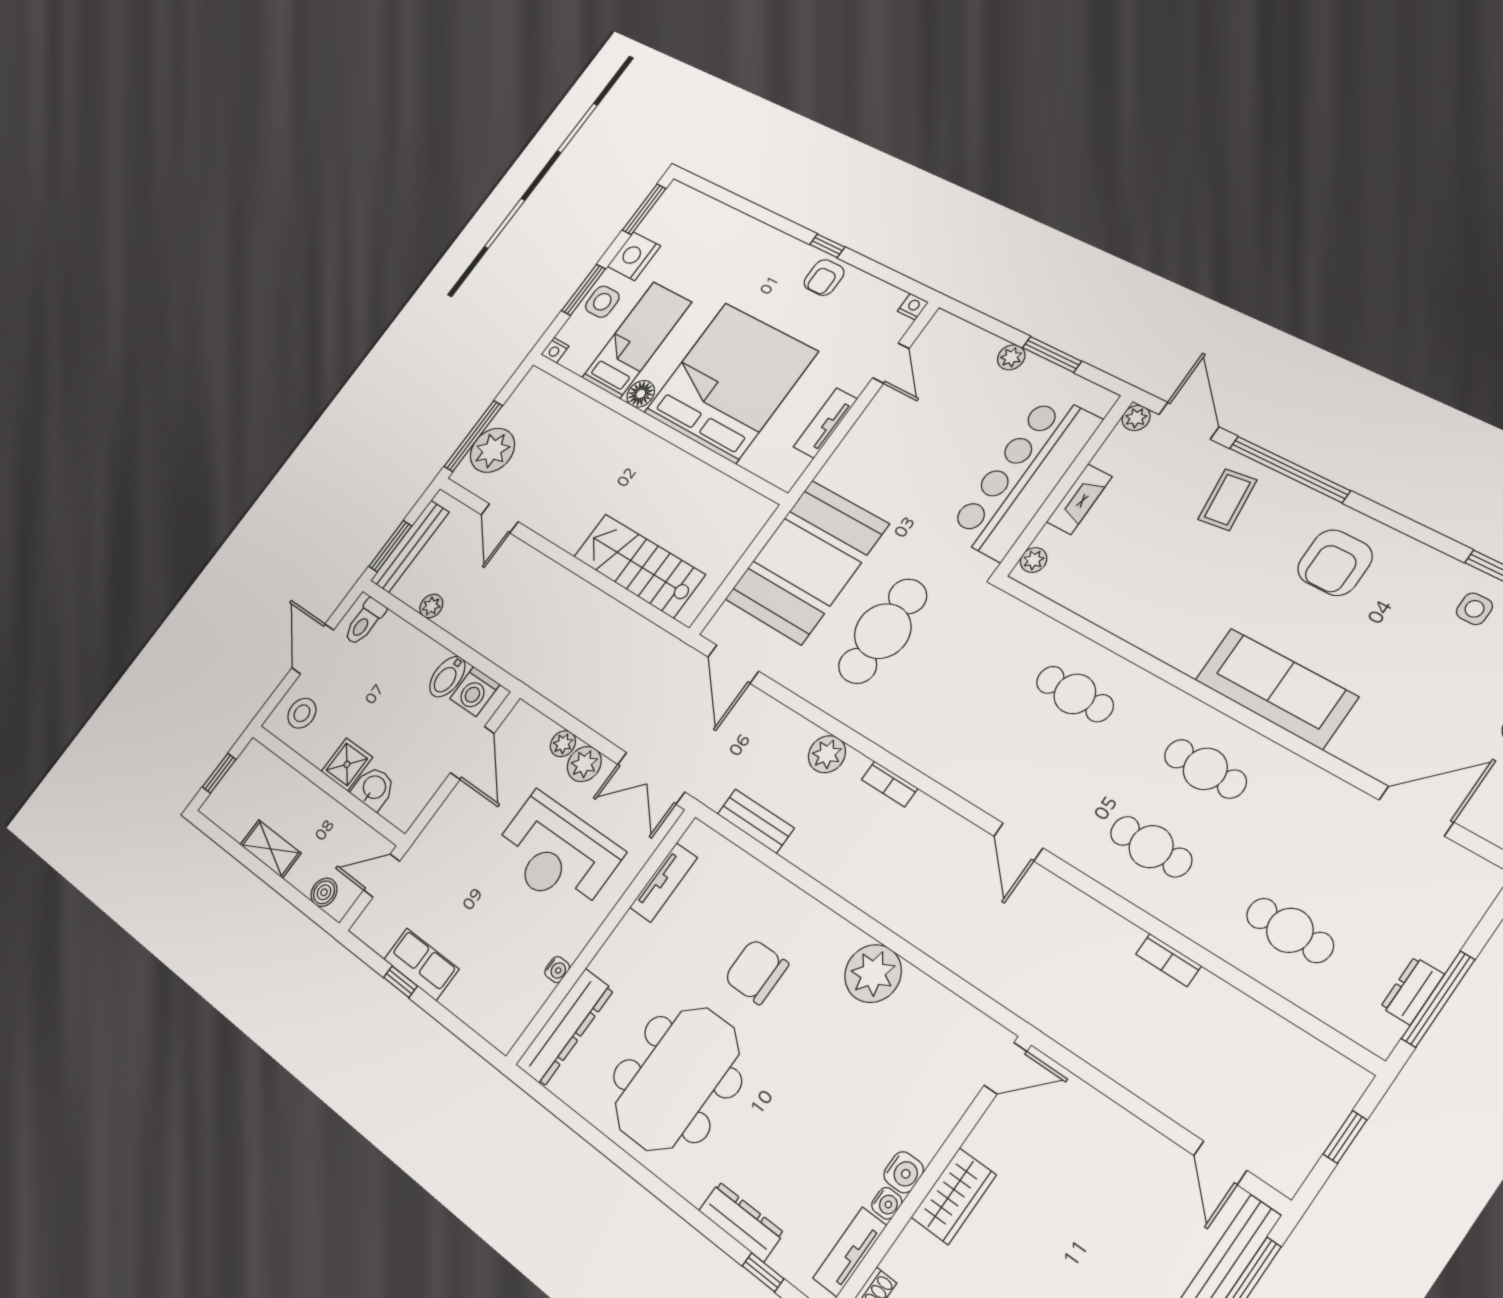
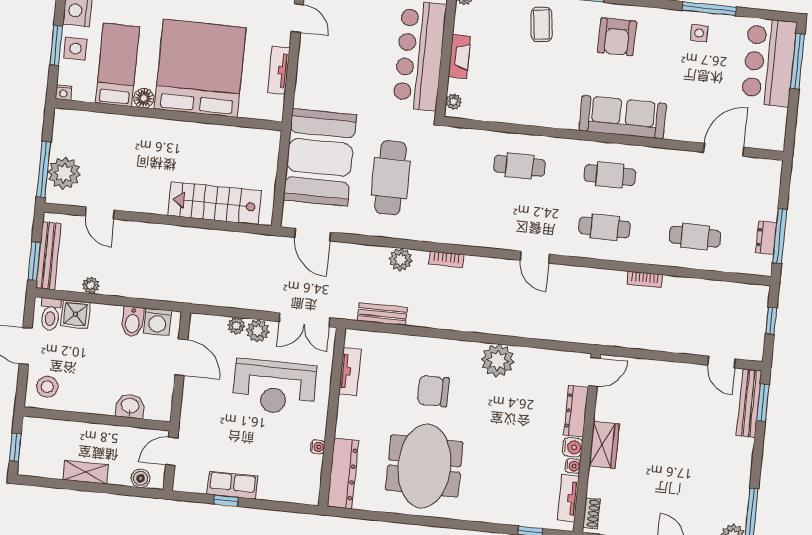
shower: (347, 764) -> (75, 314), moved
dresser: (741, 1222) -> (576, 411), moved, turned -90

